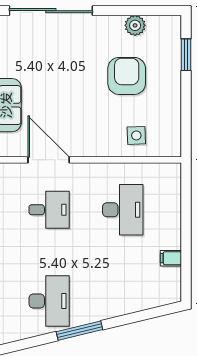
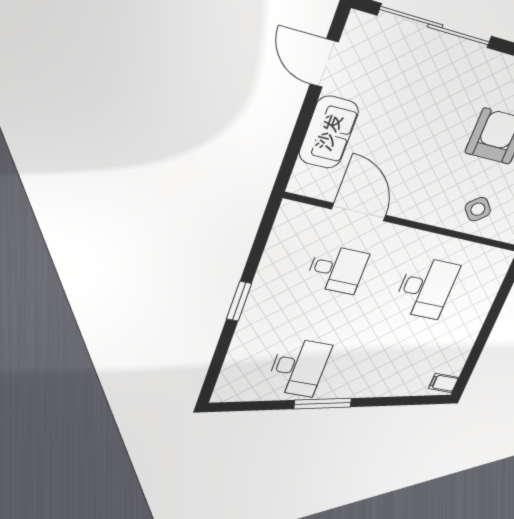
side table: (136, 135) -> (478, 209), turned -38
filing cabinet: (171, 258) -> (444, 383), moved

